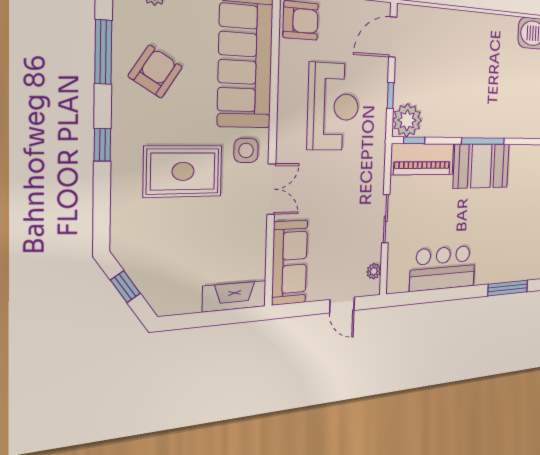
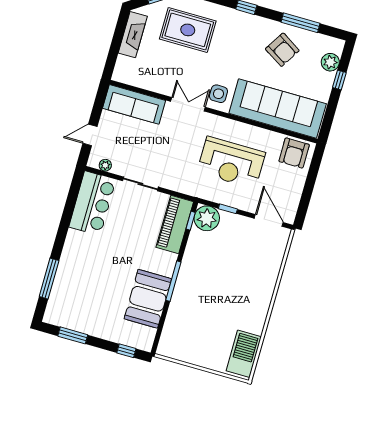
booth: (481, 166) -> (148, 299), moved
rug: (183, 171) -> (188, 30), moved, turned 90
double door: (271, 189) -> (188, 104), swing flipped
bar counter: (443, 268) -> (92, 203), moved
fireplace: (234, 296) -> (133, 35), moved

